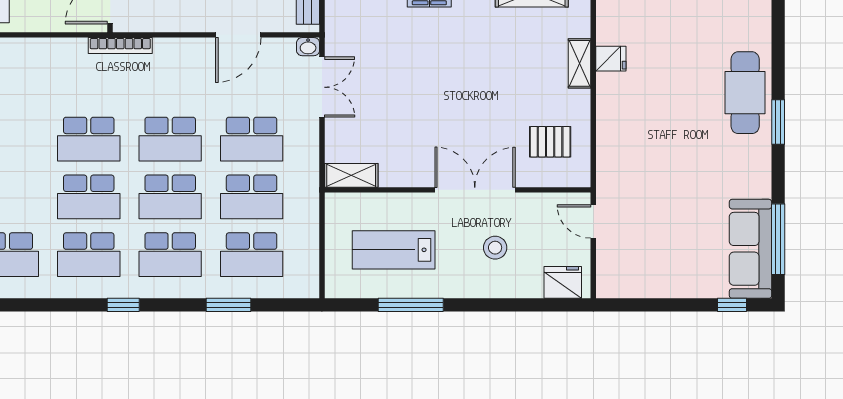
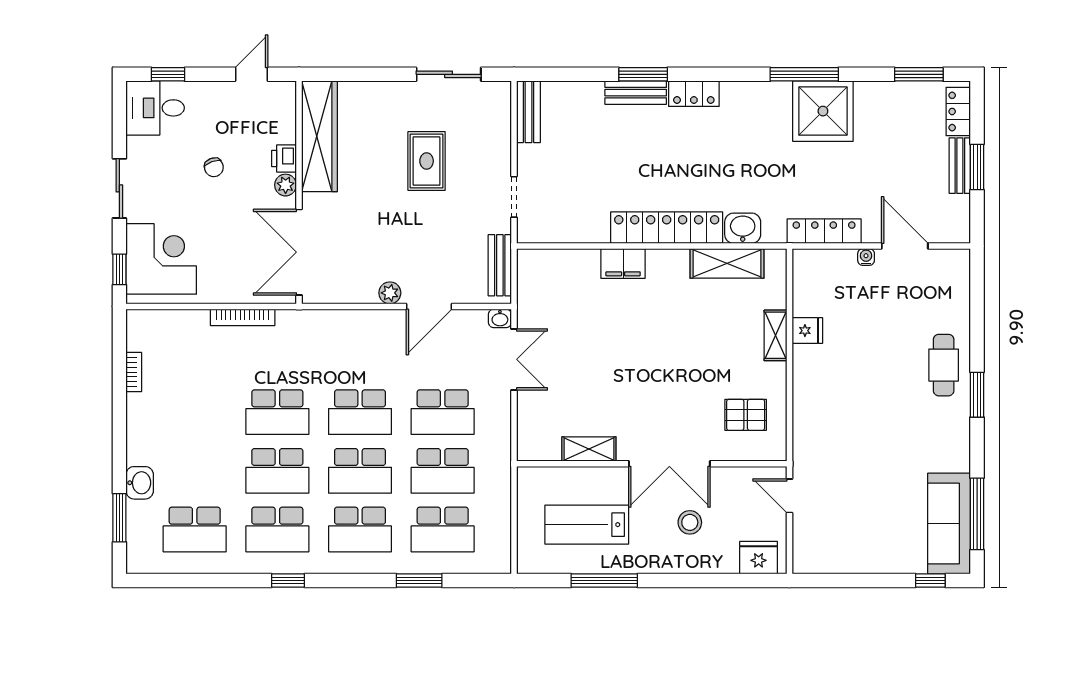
plant: (200, 21) -> (390, 293), added
bookcase: (120, 46) -> (243, 317), moved
cafe table: (745, 93) -> (944, 365), width x0.73, depth x0.74
shelving: (351, 175) -> (589, 449), moved
double door: (475, 190) -> (669, 464), swing flipped
window: (123, 305) -> (288, 581), moved

